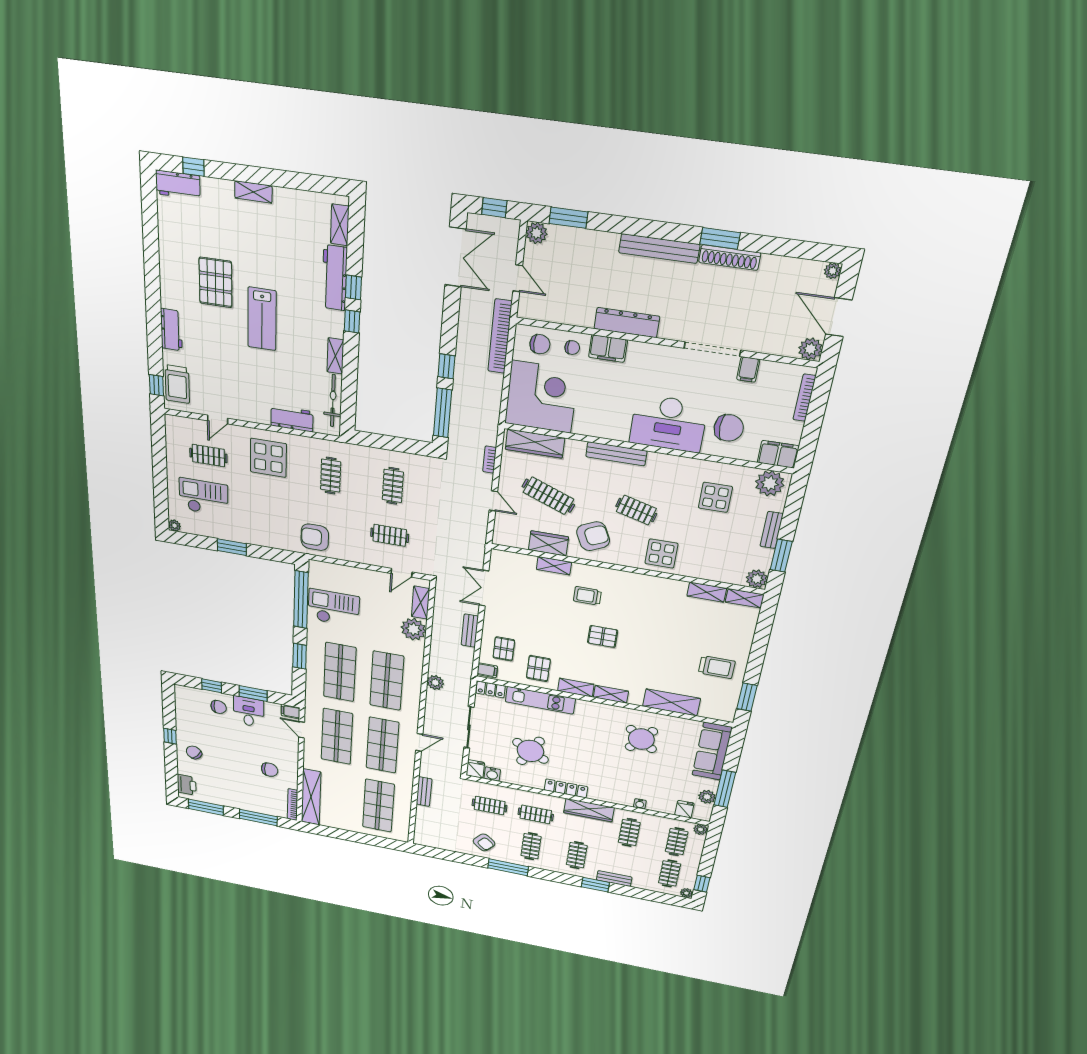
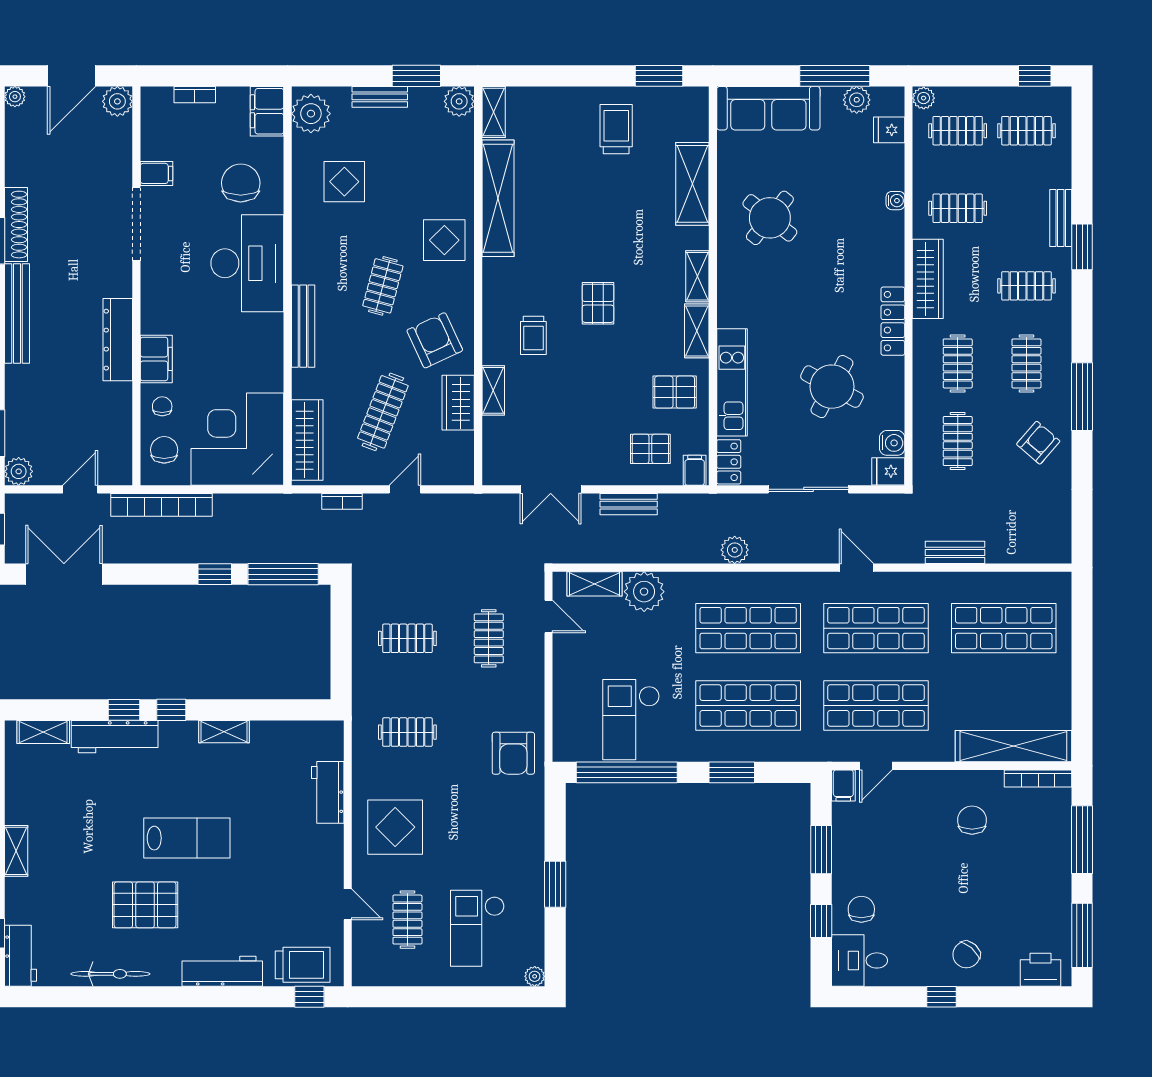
workbench: (171, 330) -> (222, 971), width x1.38
bookcase: (804, 398) -> (195, 95), width x0.64
bicycle: (333, 401) -> (110, 974), moved, turned 180
shelving: (707, 592) -> (498, 198), width x2.20, depth x1.33
desk: (249, 712) -> (860, 960), moved
clothes rail: (531, 846) -> (1026, 363), turned 90
plant: (686, 893) -> (1061, 97), removed

